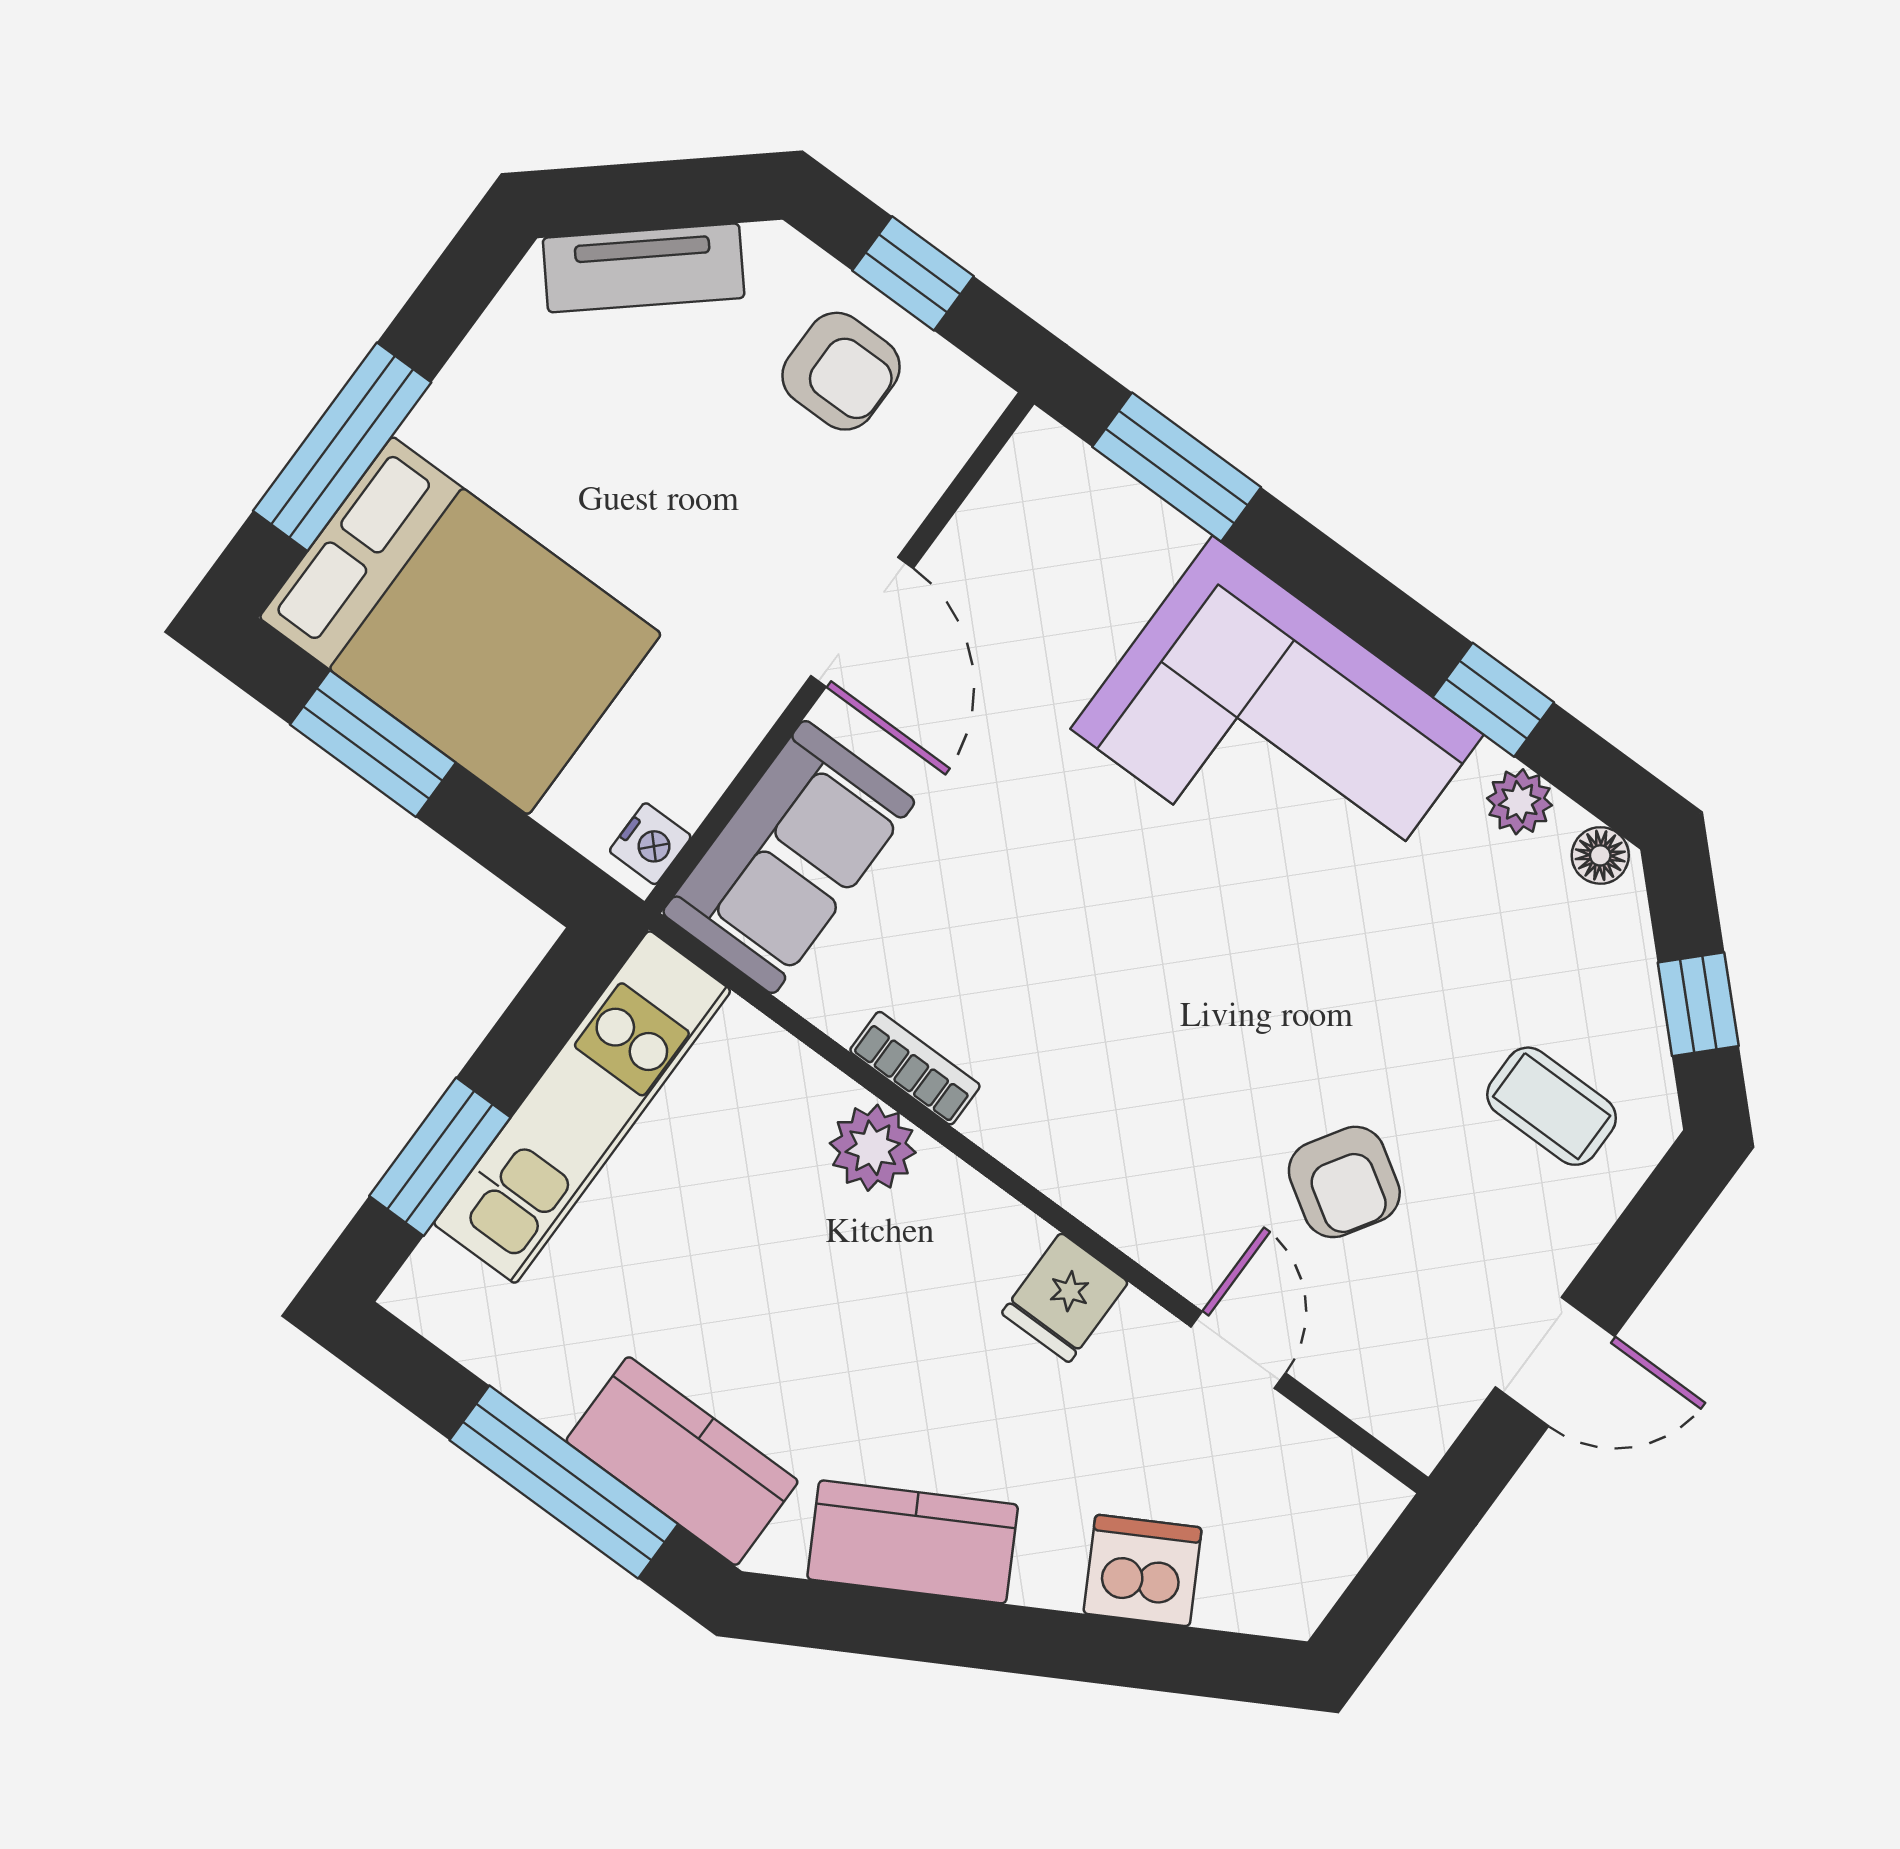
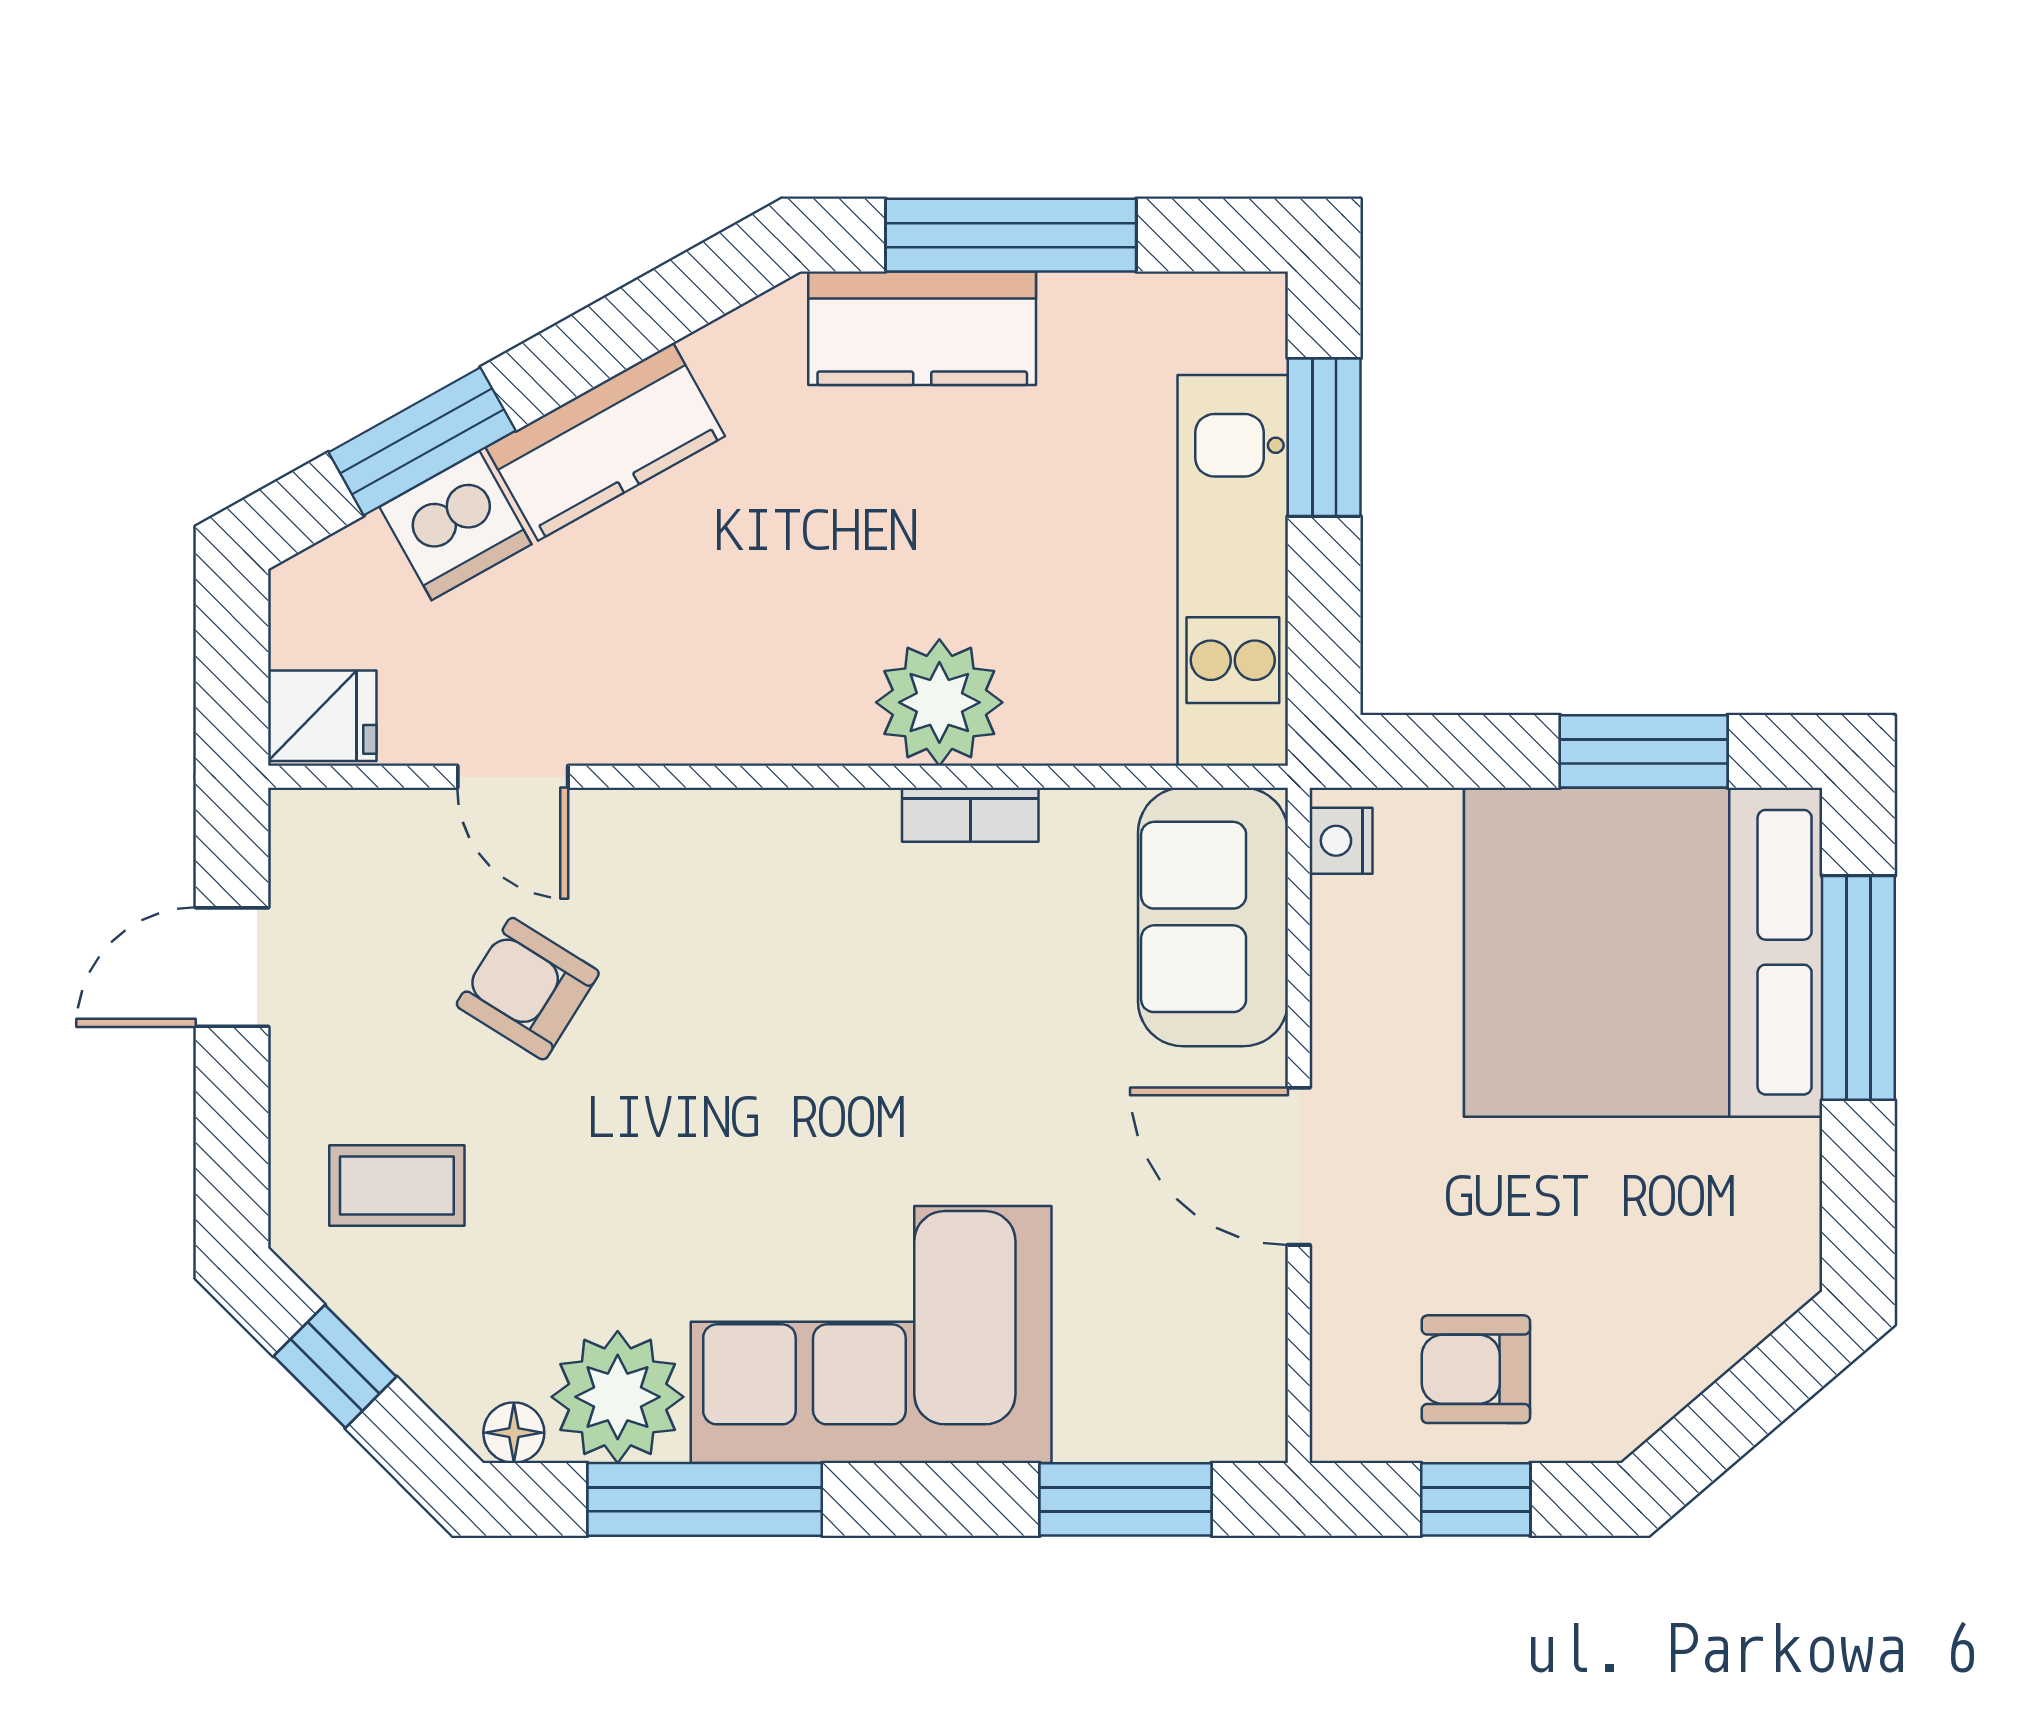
tv unit: (644, 268) -> (1712, 1333), removed
bed: (460, 626) -> (1643, 952), width x1.36
window: (1493, 700) -> (705, 1499), width x2.17
plant: (1519, 802) -> (618, 1397), width x1.88, depth x1.88
plant: (873, 1148) -> (939, 702), width x1.36, depth x1.36
fridge: (1065, 1298) -> (322, 716), moved, turned 90
kitchen counter: (913, 1542) -> (605, 442), moved
window: (1121, 1652) -> (422, 441), added

